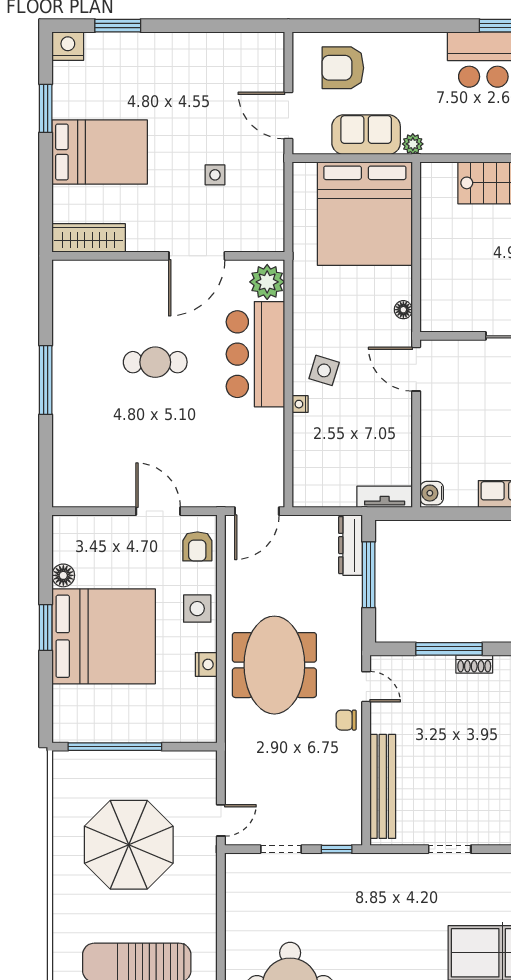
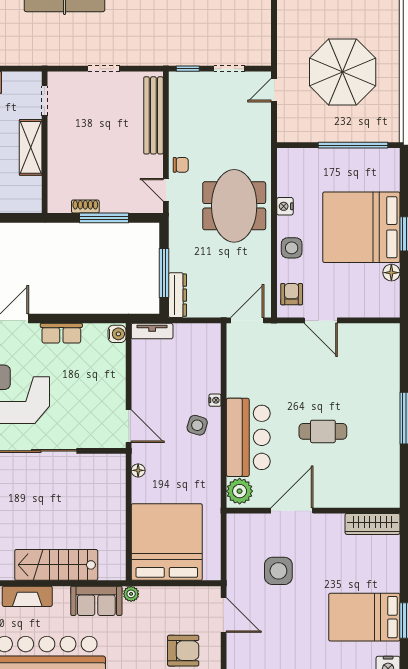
sofa: (366, 135) -> (96, 601), moved
bed: (100, 152) -> (364, 617), moved
side table: (215, 175) -> (278, 571), width x1.87, depth x1.87

